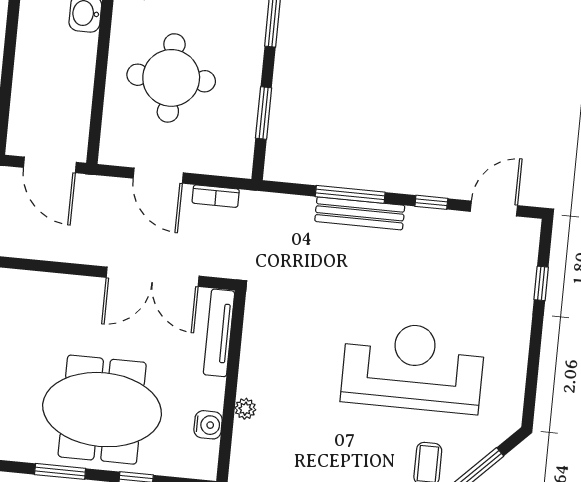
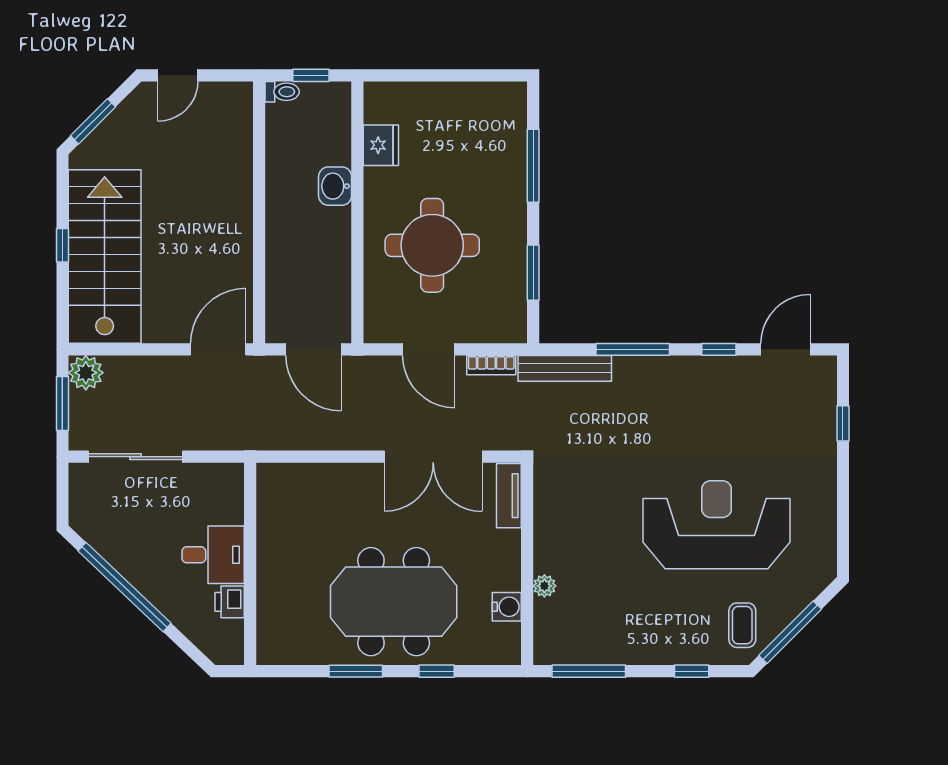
bench: (360, 213) -> (565, 368), moved
tv unit: (219, 333) -> (509, 496), width x0.71

